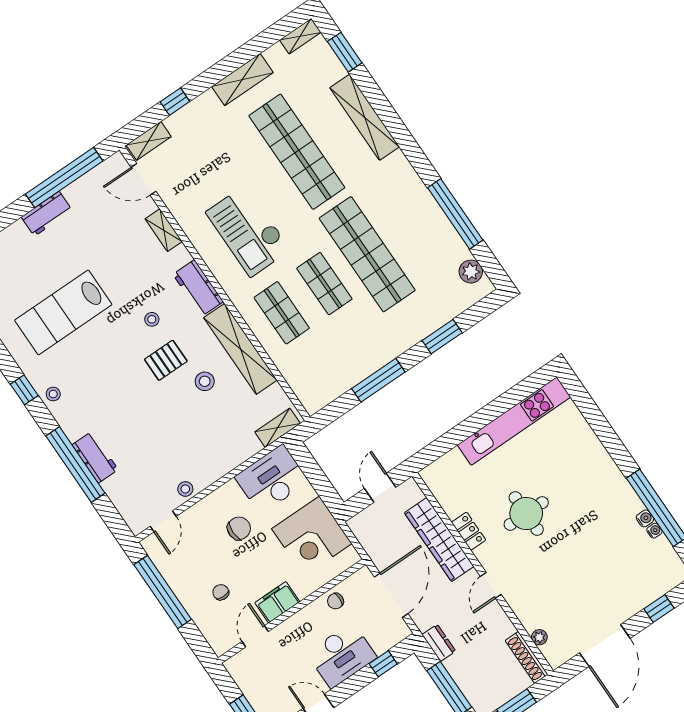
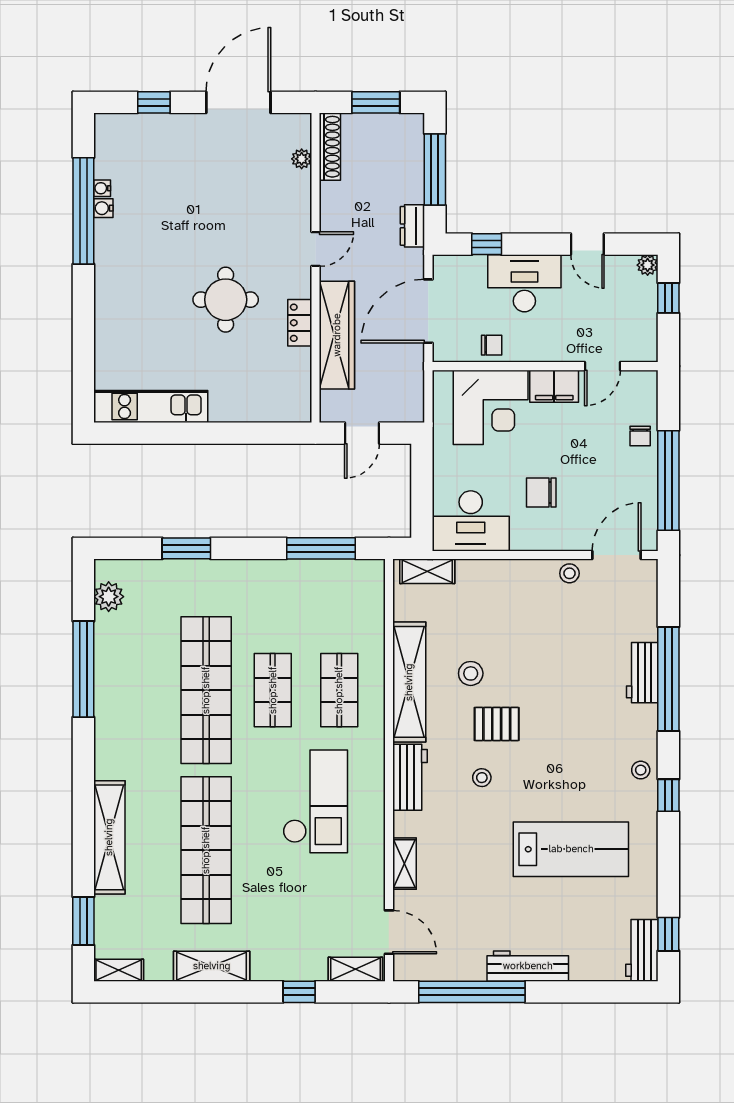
workbench: (47, 214) -> (528, 966), width x1.38
window: (378, 380) -> (321, 548), moved
kitchen unit: (514, 421) -> (151, 406), width x0.73
door: (163, 521) -> (617, 555), width x1.38
corner desk: (312, 536) -> (491, 407), moved, turned 90
chair: (221, 592) -> (640, 436), moved

